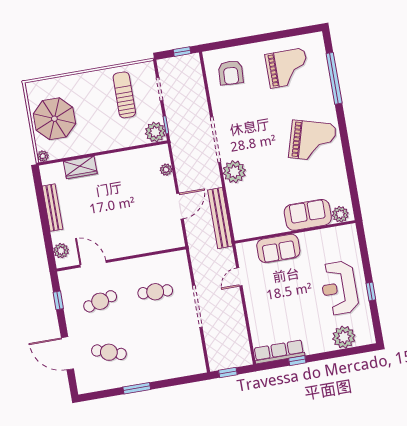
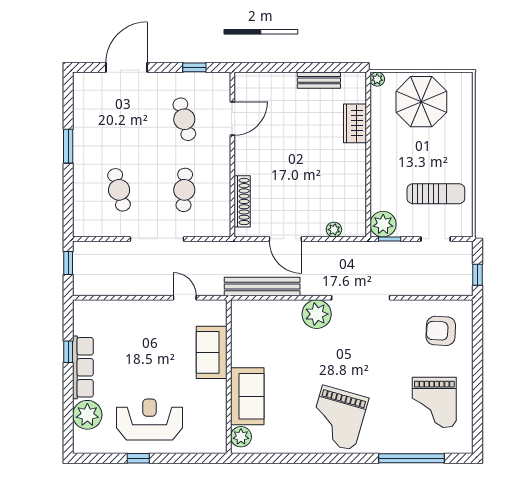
bench: (52, 208) -> (319, 80), width x0.73
shoe rack: (156, 245) -> (242, 201), added
plant: (61, 251) -> (256, 82), removed
cafe table: (109, 352) -> (119, 190), moved, turned -33
row of seats: (279, 352) -> (83, 367), moved

